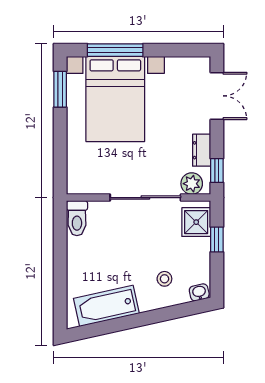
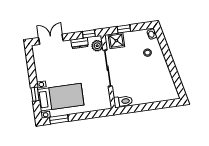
window: (115, 50) -> (35, 94), width x0.46
bed with nightstands: (115, 99) -> (61, 97), width x0.73
bathtub: (106, 306) -> (165, 80), removed

